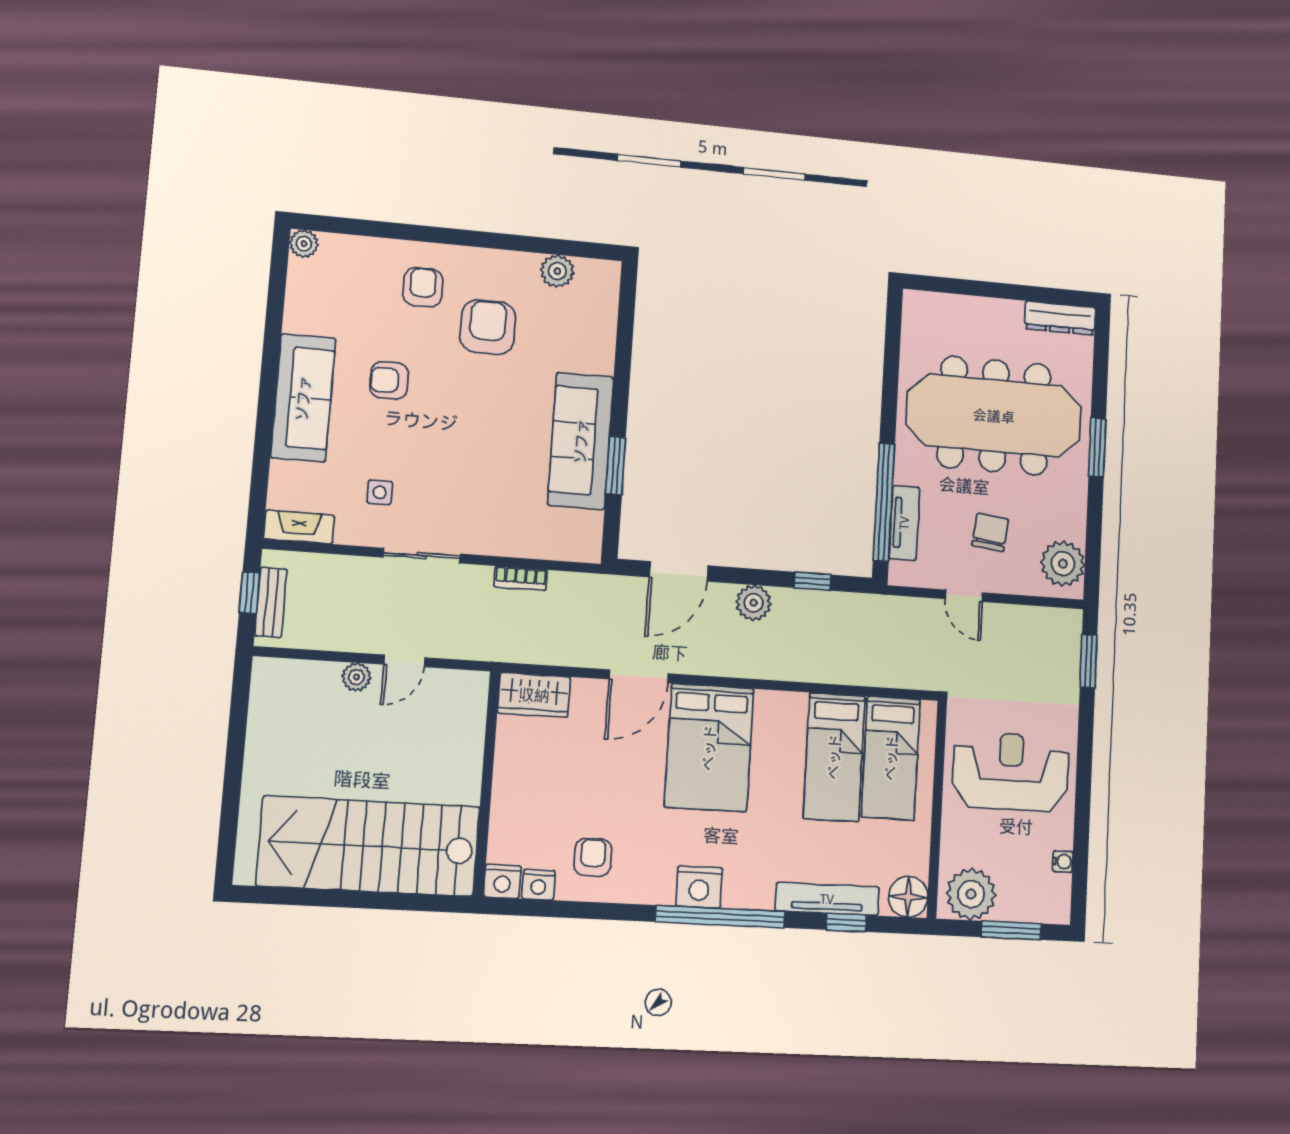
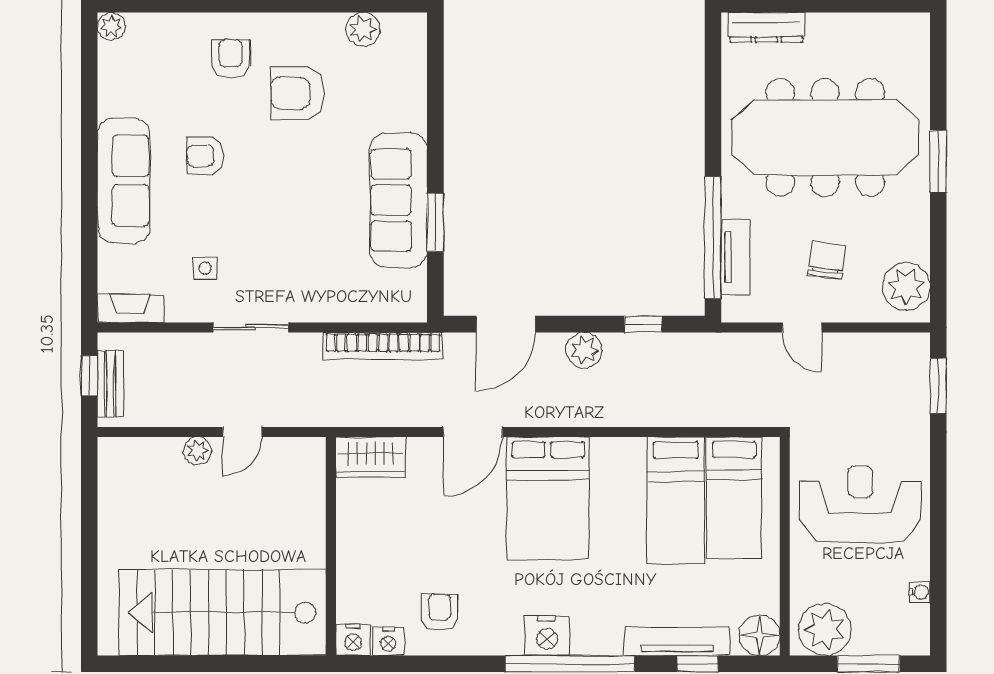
dresser: (1060, 318) -> (766, 27), moved
armchair: (488, 327) -> (298, 93), turned -90
bookcase: (521, 578) -> (383, 346), width x2.31, depth x1.31

